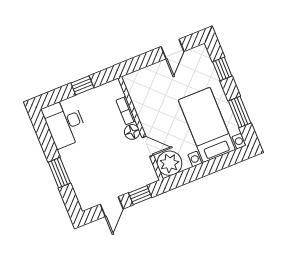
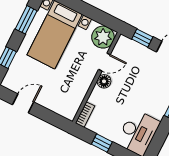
bookcase: (126, 111) -> (85, 115), moved
door: (148, 146) -> (104, 62), swing flipped

